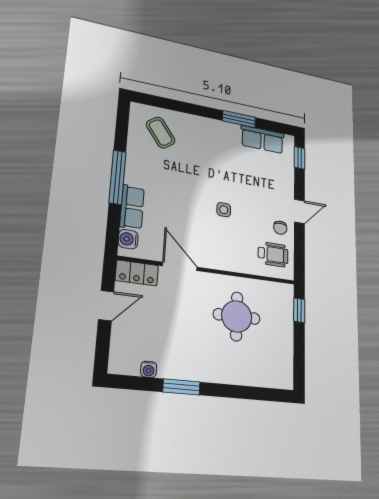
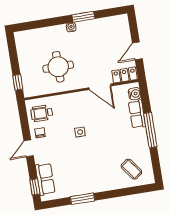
row of seats: (263, 139) -> (45, 179), moved, turned 90
water cooler: (149, 369) -> (71, 27), moved

